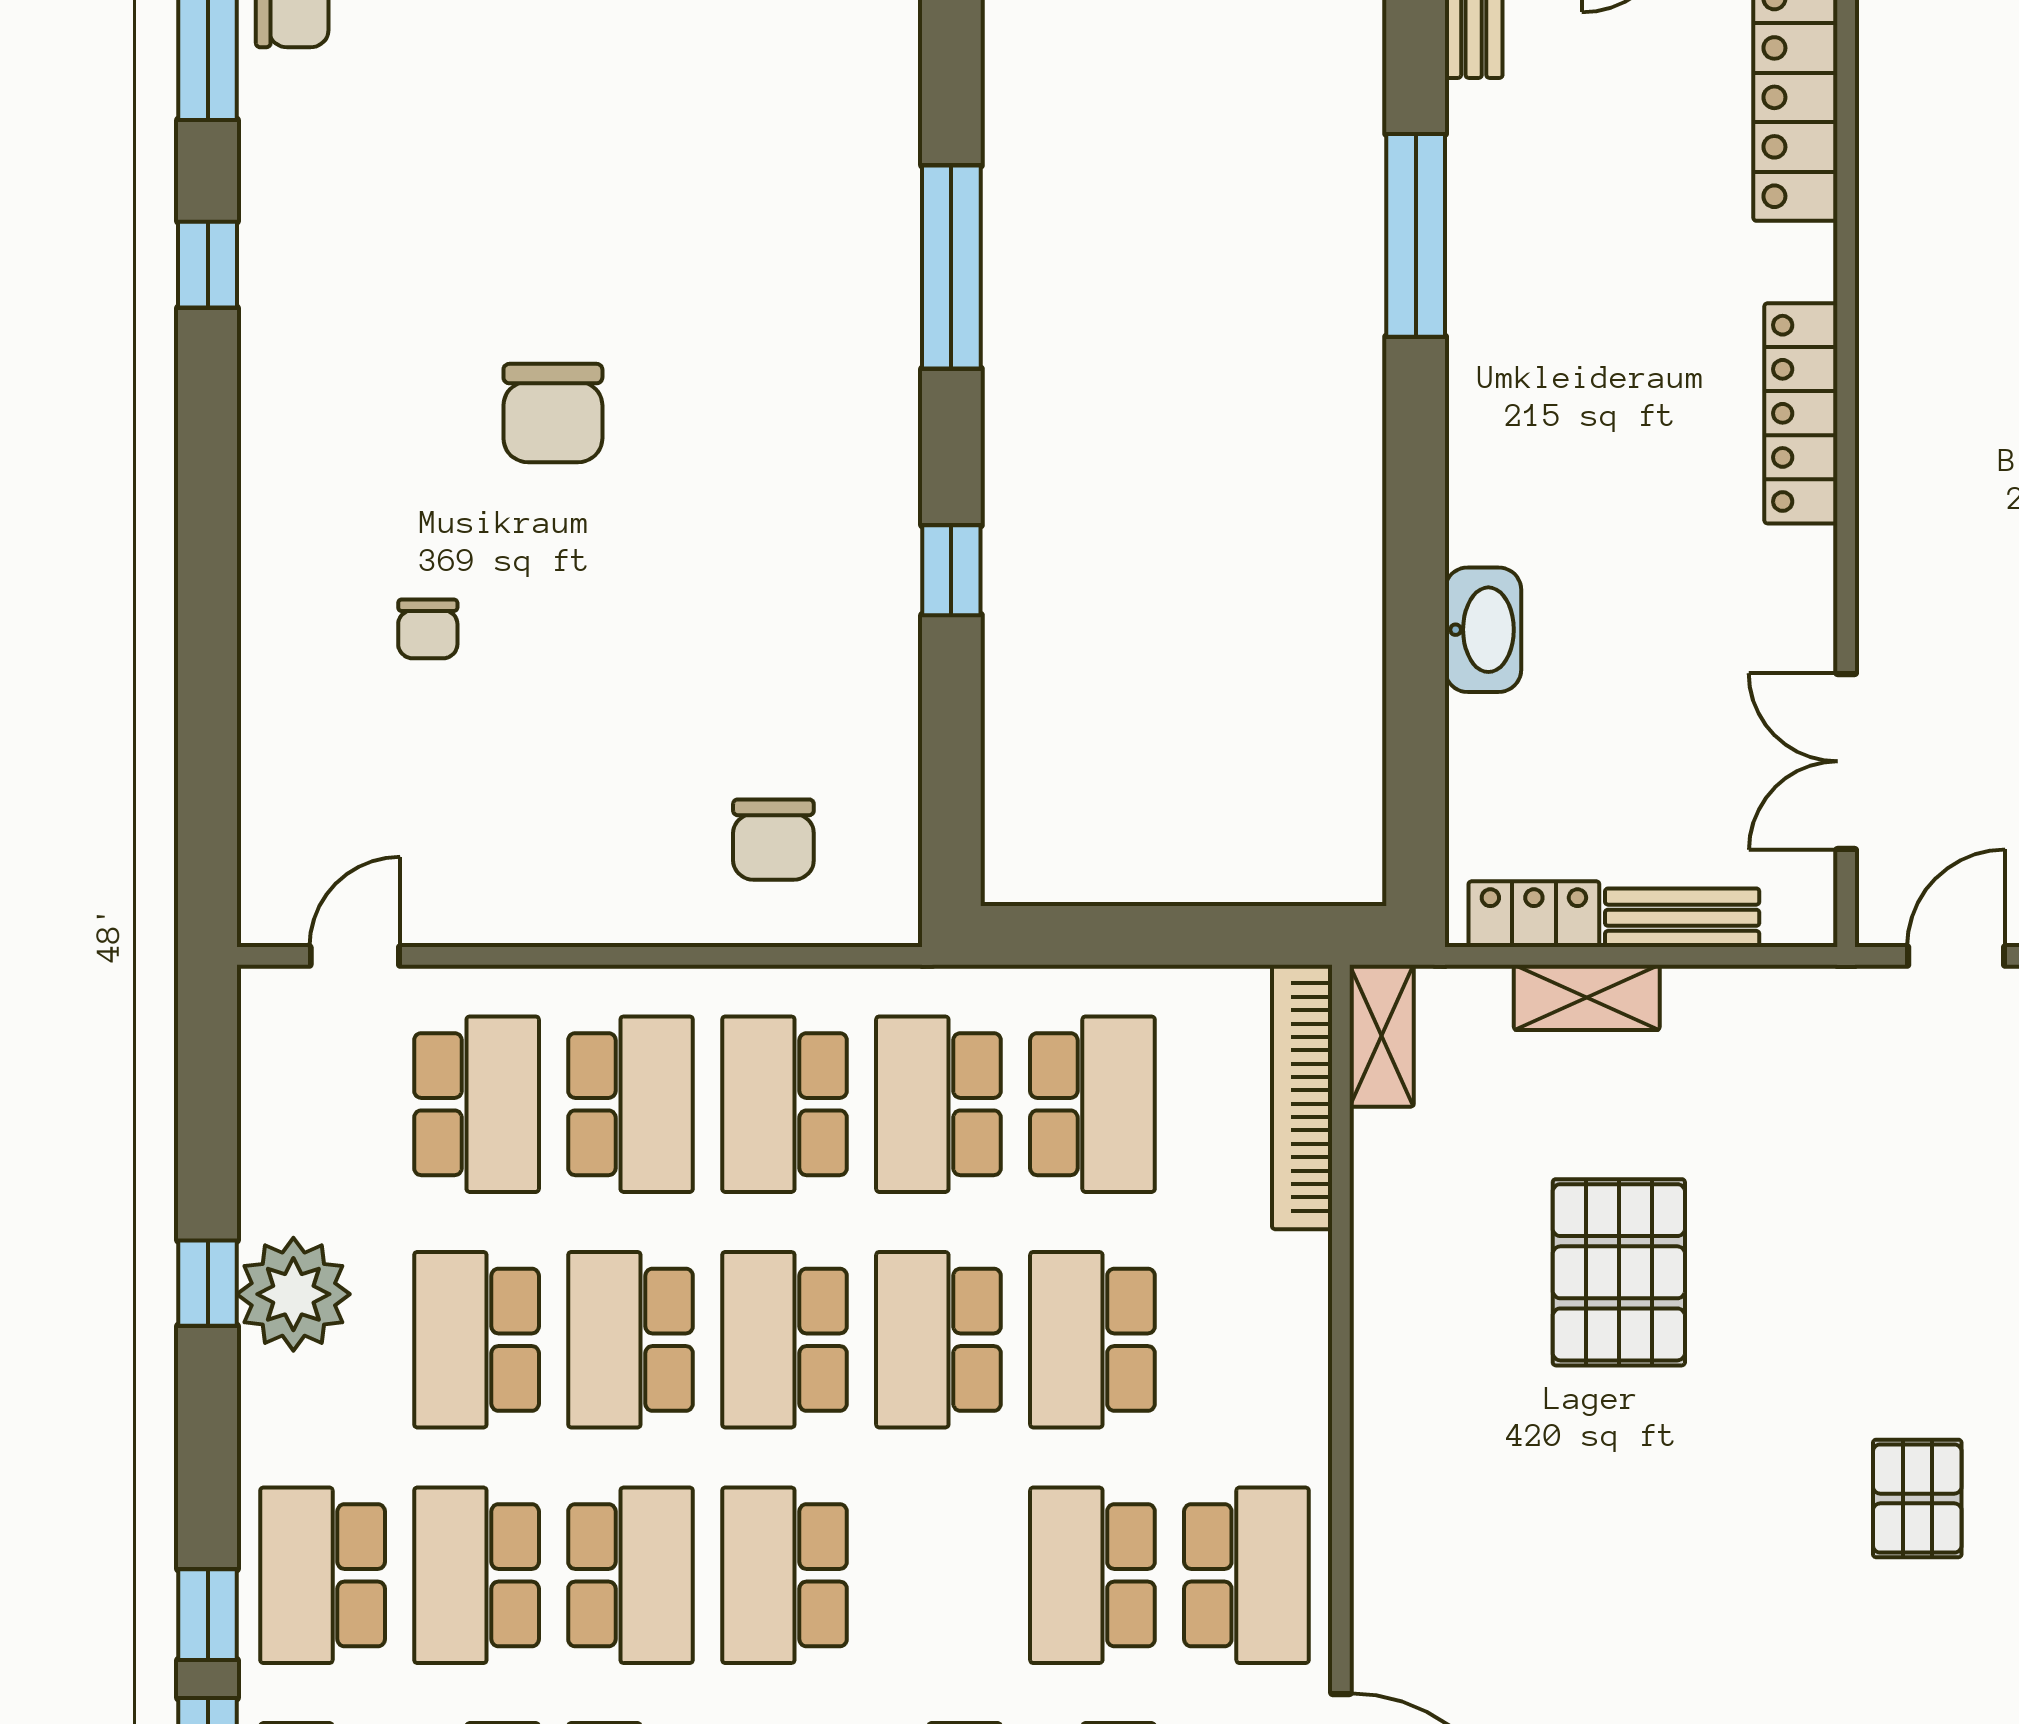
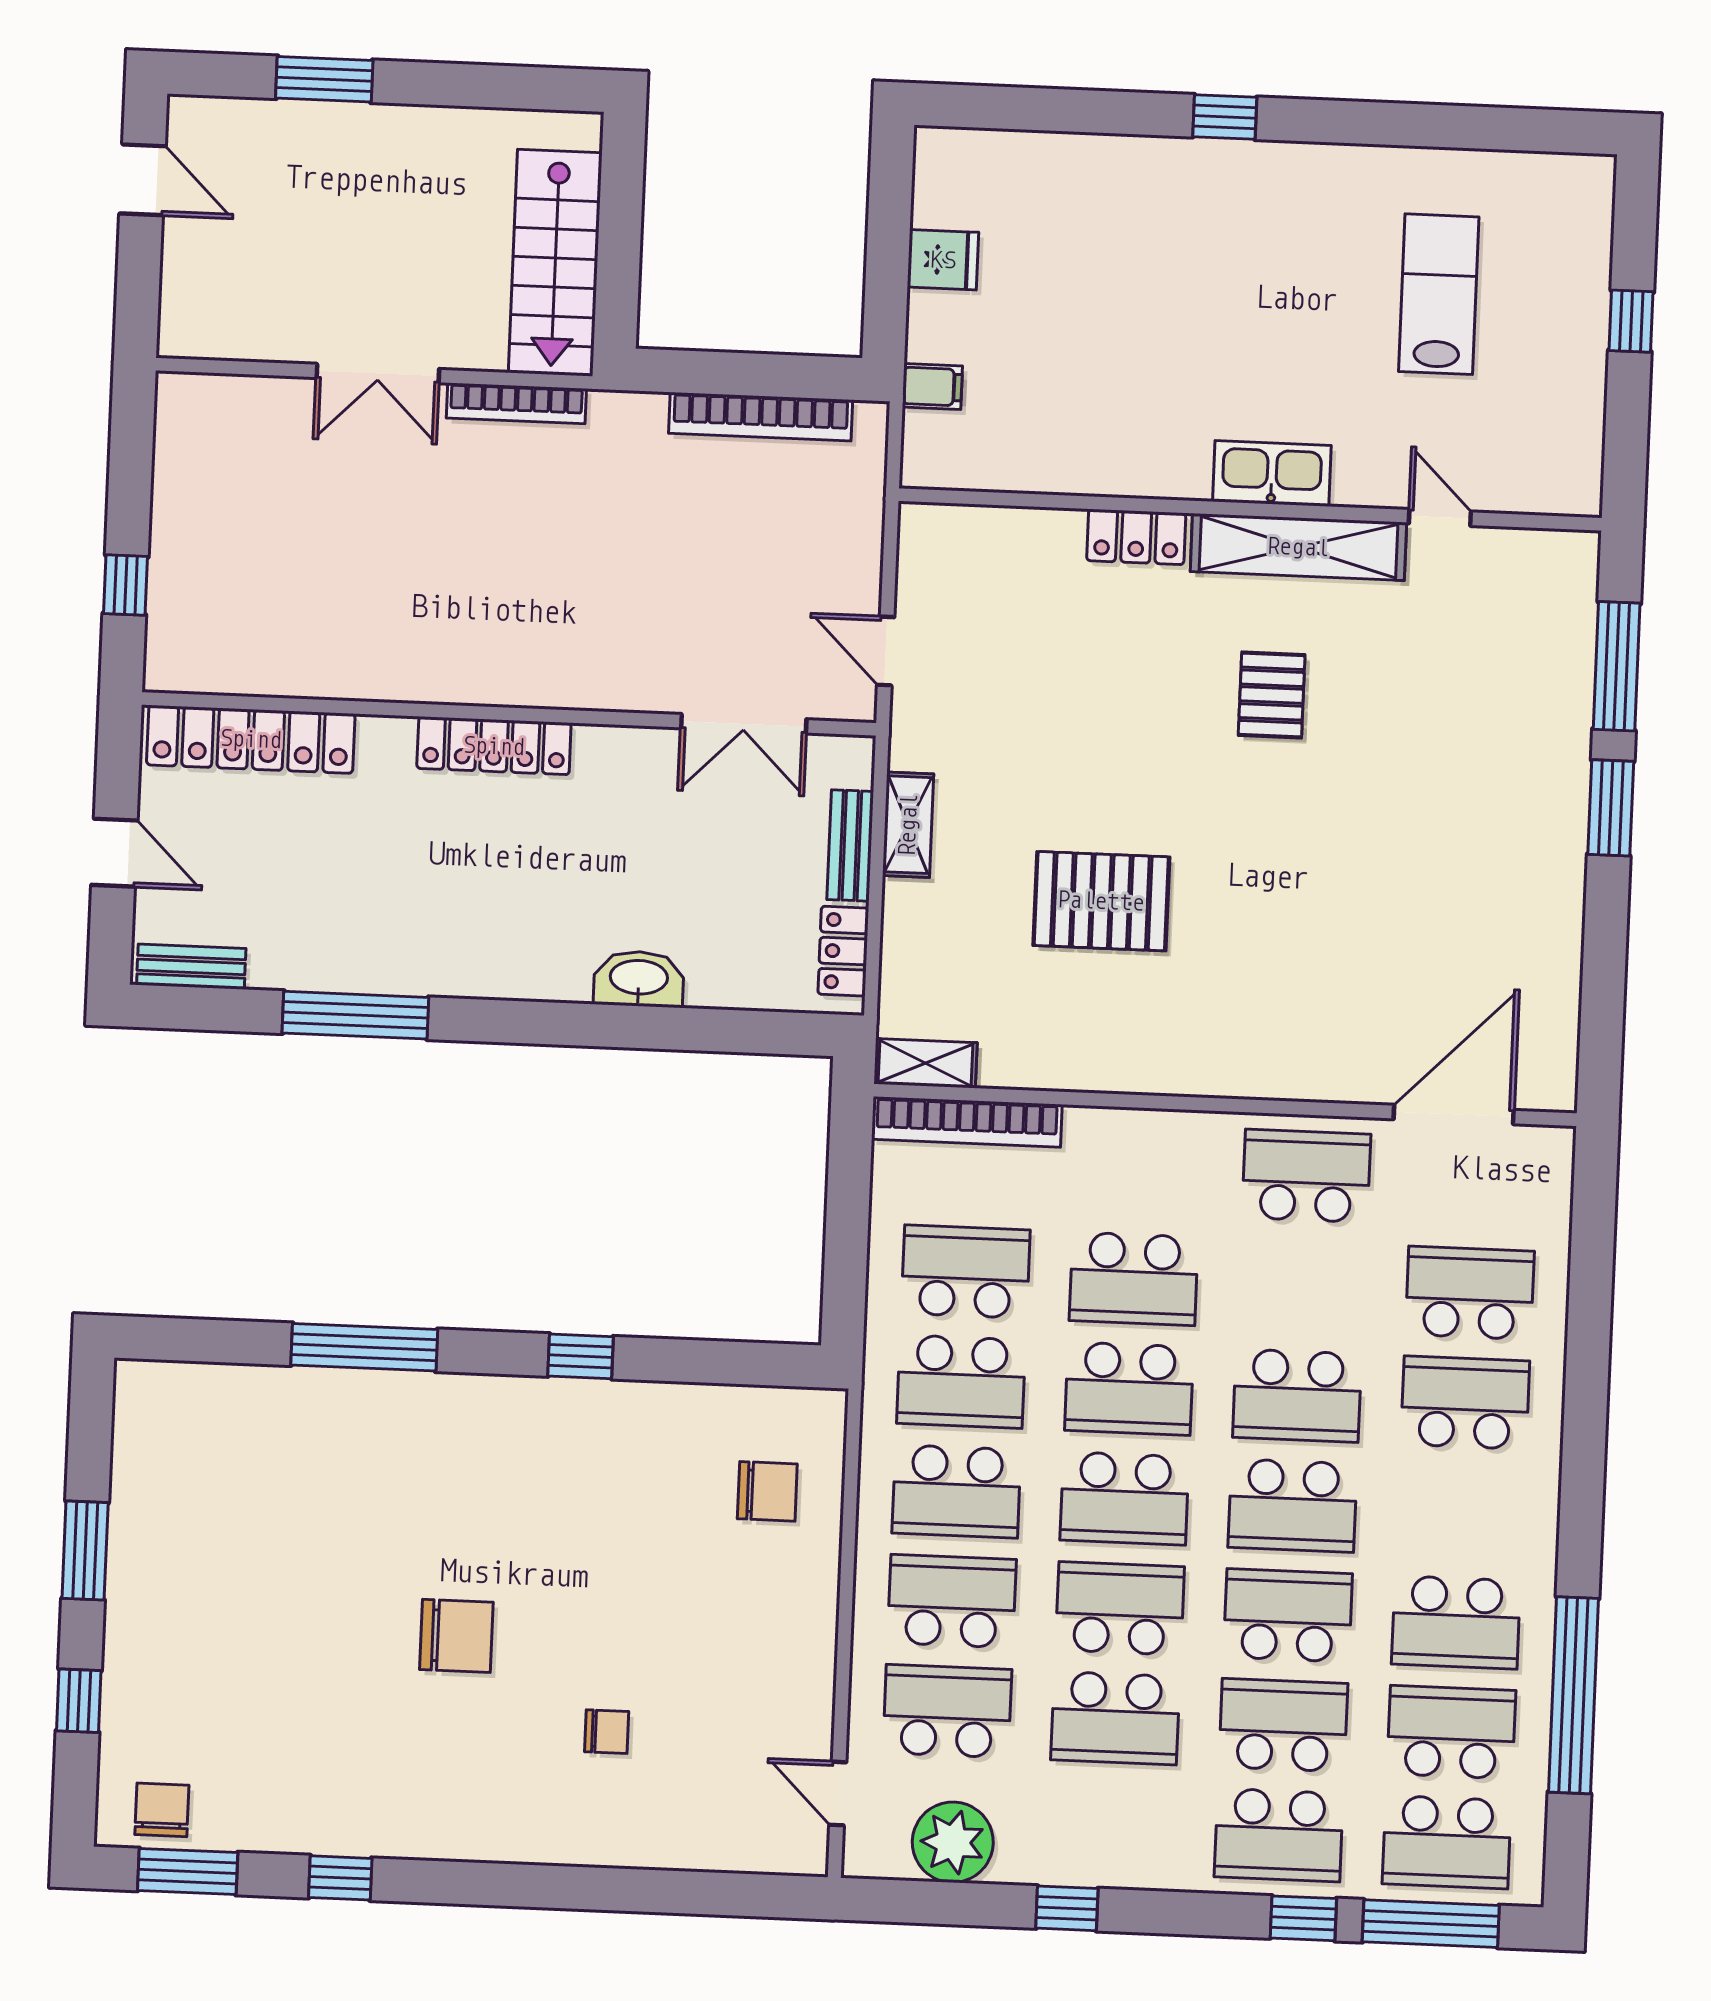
shelving: (1587, 997) -> (908, 825), moved
plant: (293, 1294) -> (953, 1842), moved
school desk: (631, 1340) -> (1120, 1608), turned 180
pallet: (1917, 1498) -> (1272, 695), turned 90
school desk: (477, 1575) -> (1283, 1725), turned 180
school desk: (1092, 1575) -> (1297, 1396), moved

